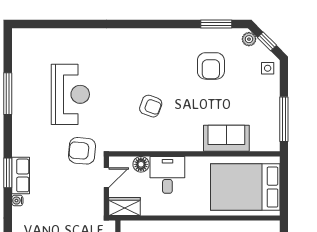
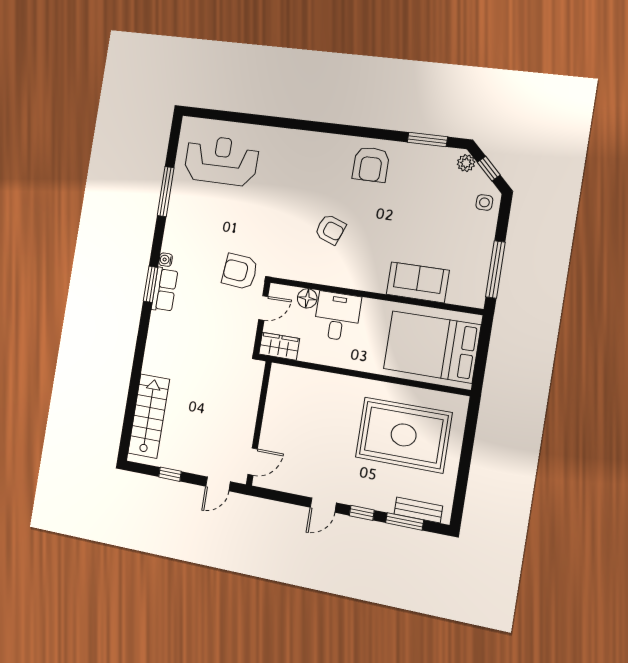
armchair: (211, 66) -> (371, 164), moved
reception desk: (70, 94) -> (221, 160), moved, turned -90
water cooler: (17, 201) -> (166, 260), moved

